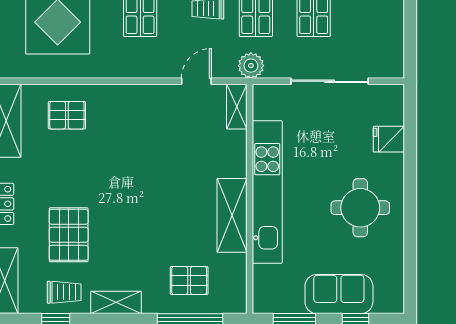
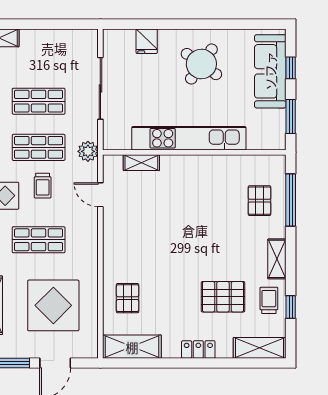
shelving: (237, 107) -> (141, 163), moved
round table: (360, 208) -> (201, 64), turned 35
shelving: (232, 215) -> (208, 166), removed
sofa: (339, 294) -> (270, 71), width x1.36

